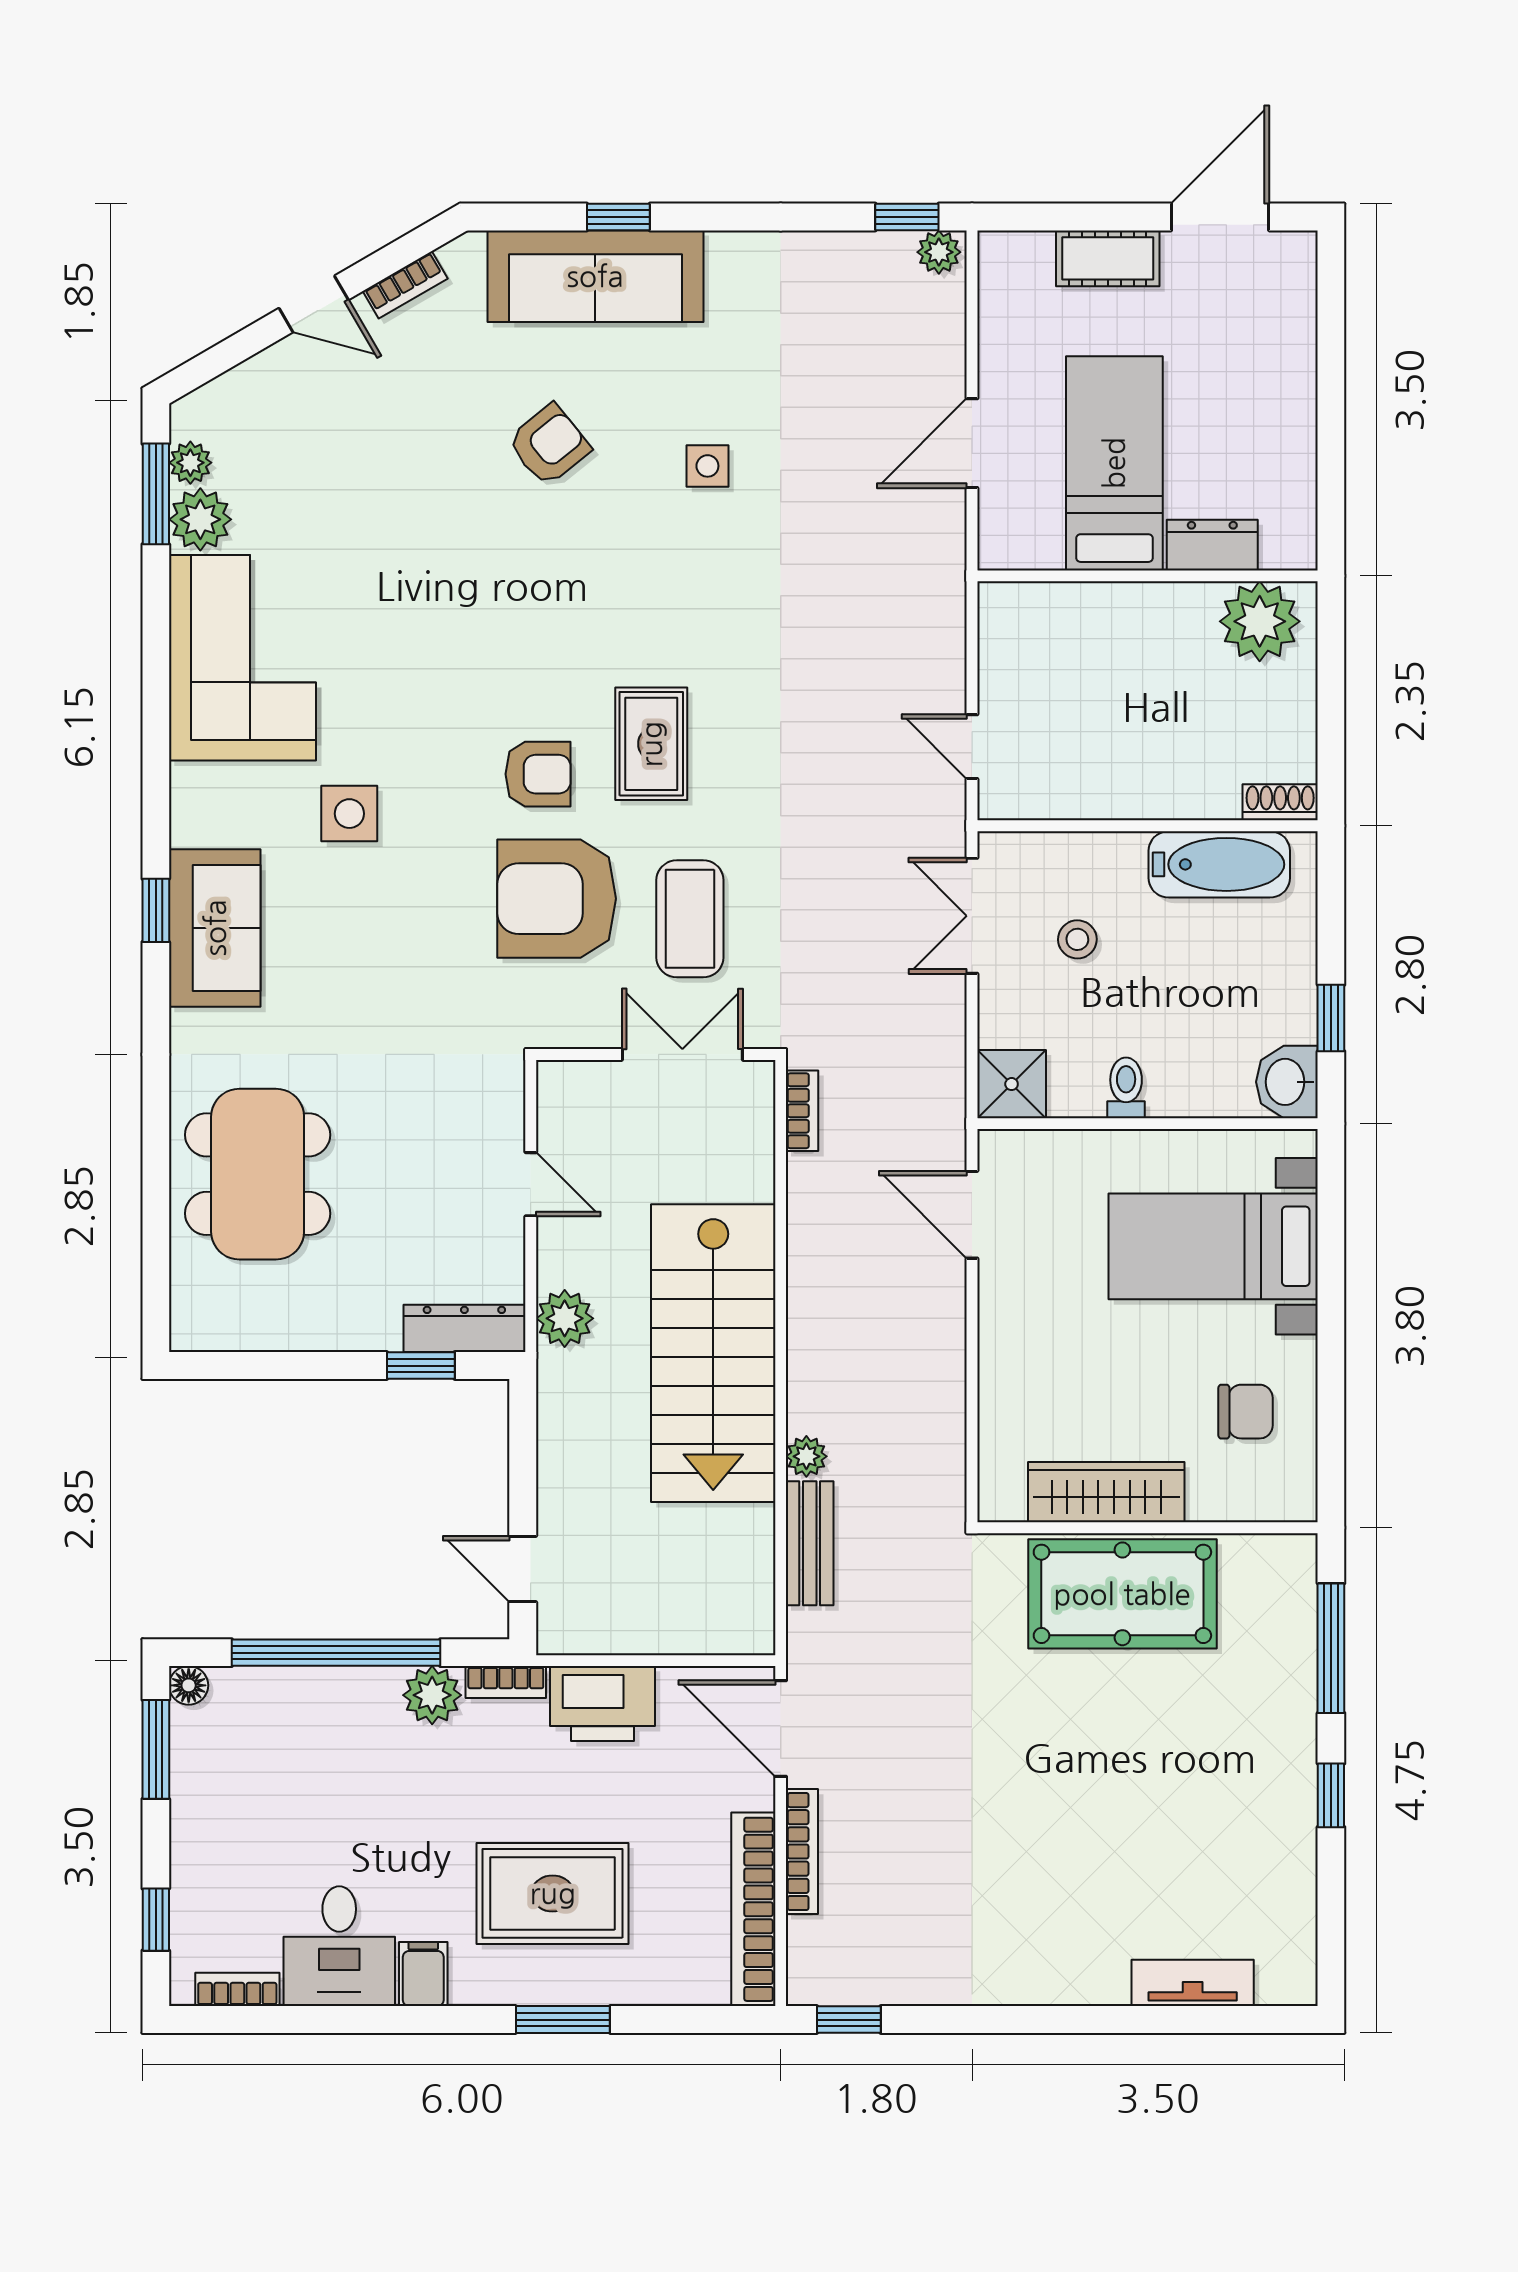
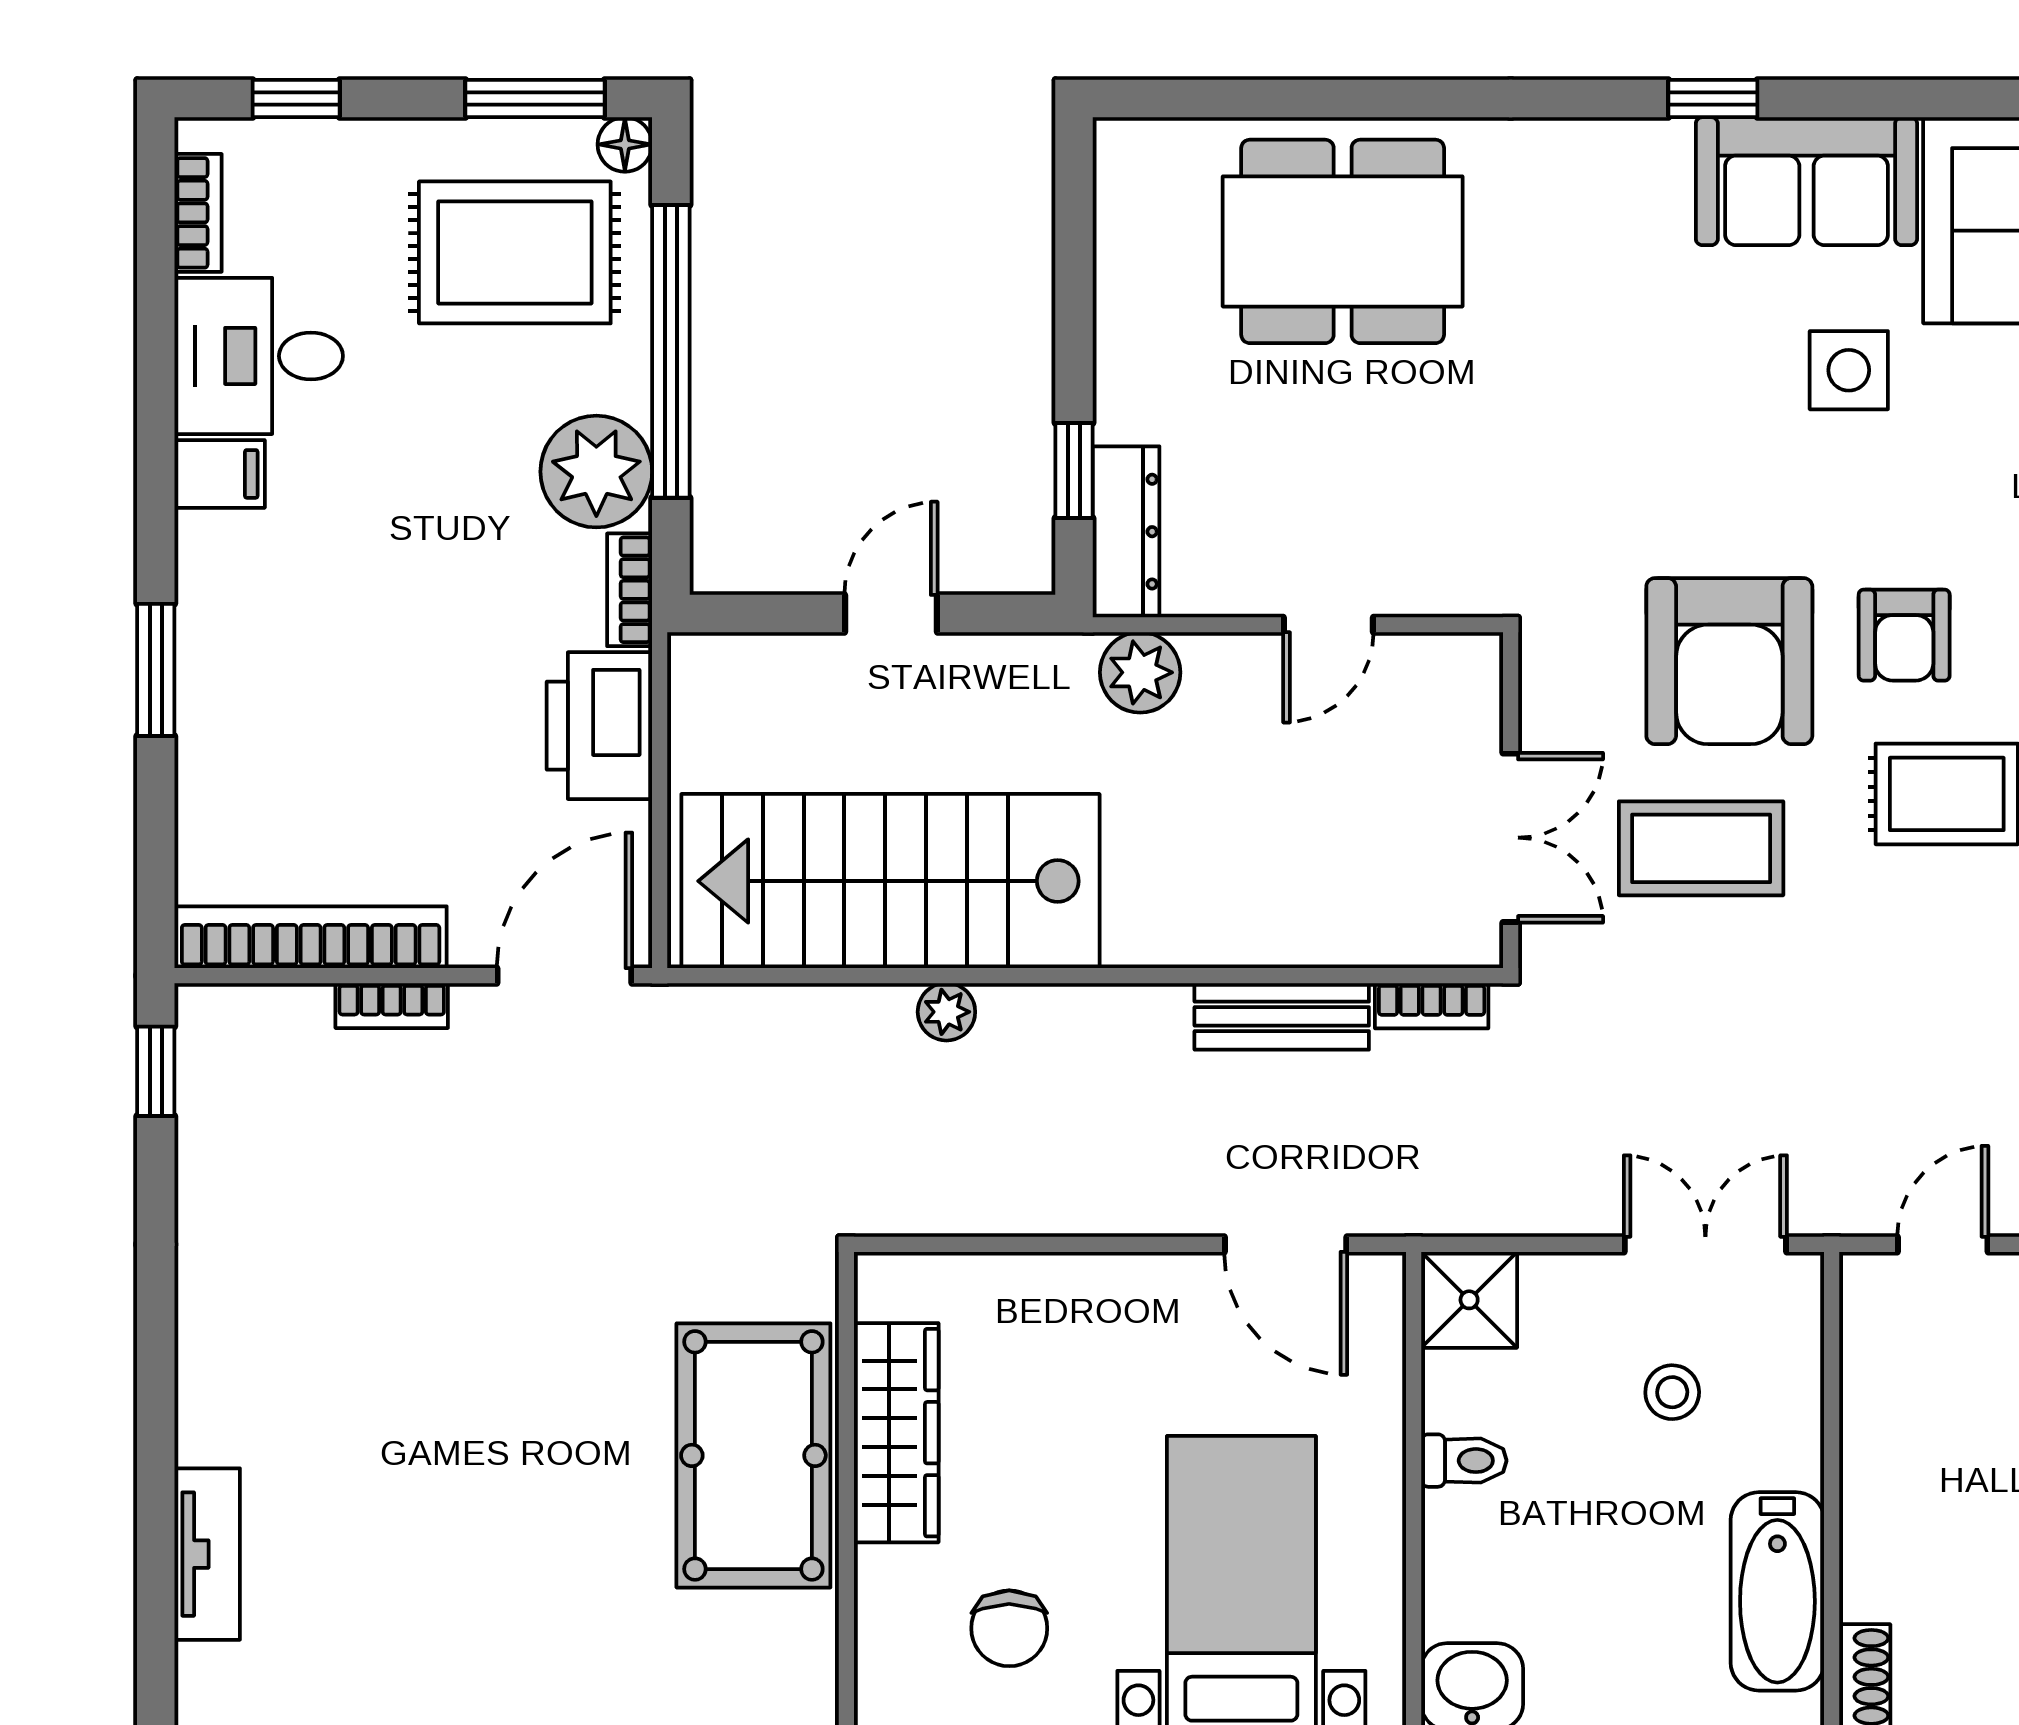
armchair: (557, 899) -> (1729, 661), turned 180
sofa: (215, 928) -> (1806, 181), moved
door: (972, 1215) -> (1286, 1244), swing flipped
stairs: (713, 1353) -> (890, 881), moved
bench: (810, 1543) -> (1282, 1016), moved
door: (523, 1569) -> (891, 614), moved
plant: (432, 1695) -> (596, 472), width x1.36, depth x1.36
bookcase: (802, 1852) -> (392, 1006), width x0.64
rug: (553, 1893) -> (515, 252), moved, turned 90

